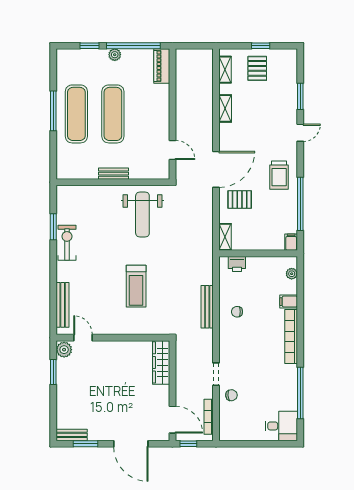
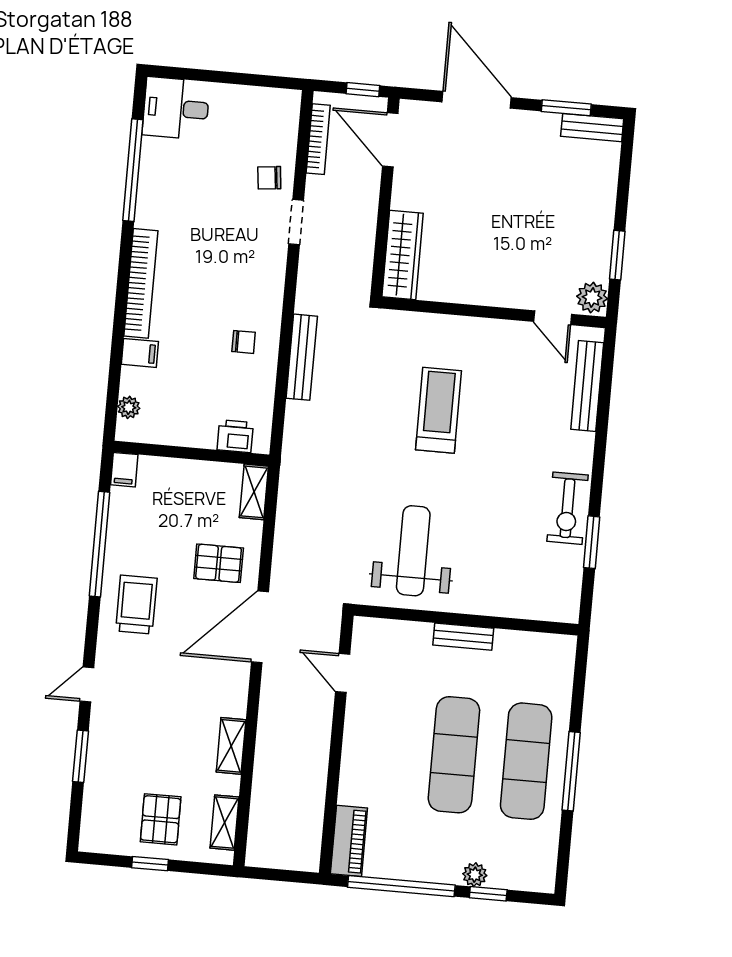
plant: (115, 55) -> (475, 875), moved

